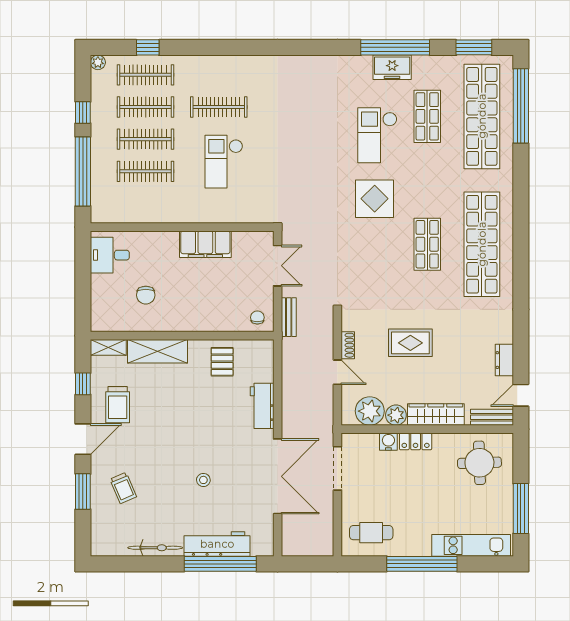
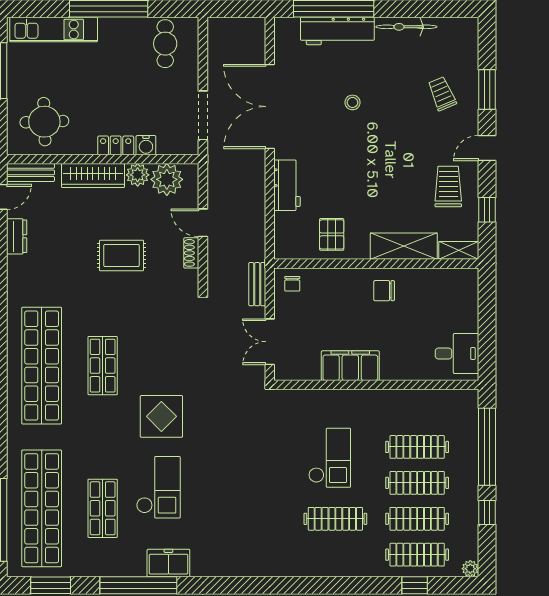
freezer: (392, 67) -> (168, 563), moved
chair: (146, 295) -> (384, 291), moved, turned -90
door: (83, 439) -> (487, 148), width x0.73
cafe table: (371, 533) -> (165, 44), turned 90

